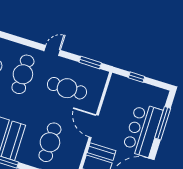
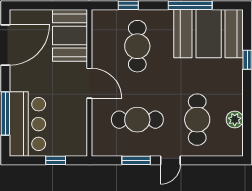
window: (90, 62) -> (136, 160), moved
bar counter: (143, 130) -> (27, 124), moved

